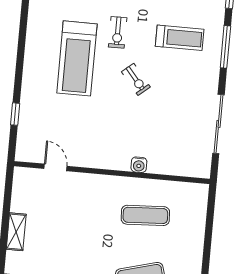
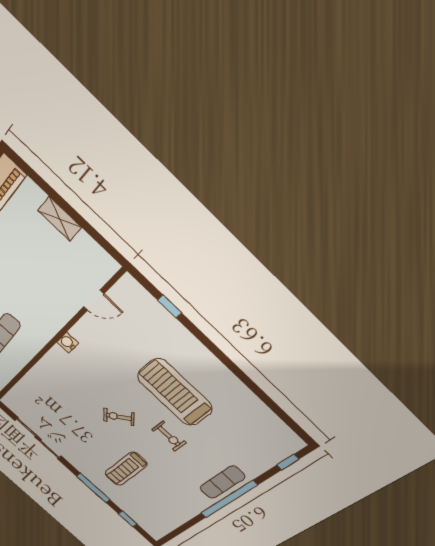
exercise bike: (118, 32) -> (169, 436), turned 180
water cooler: (139, 165) -> (68, 343), moved

